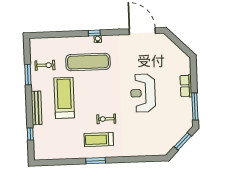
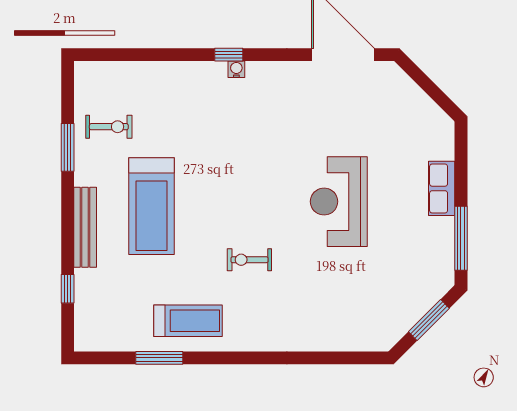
exercise mat: (88, 62) -> (211, 123), removed
treadmill: (64, 98) -> (152, 206), turned 180
treadmill: (99, 140) -> (188, 321), moved, turned 180
window: (96, 161) -> (159, 358), moved

